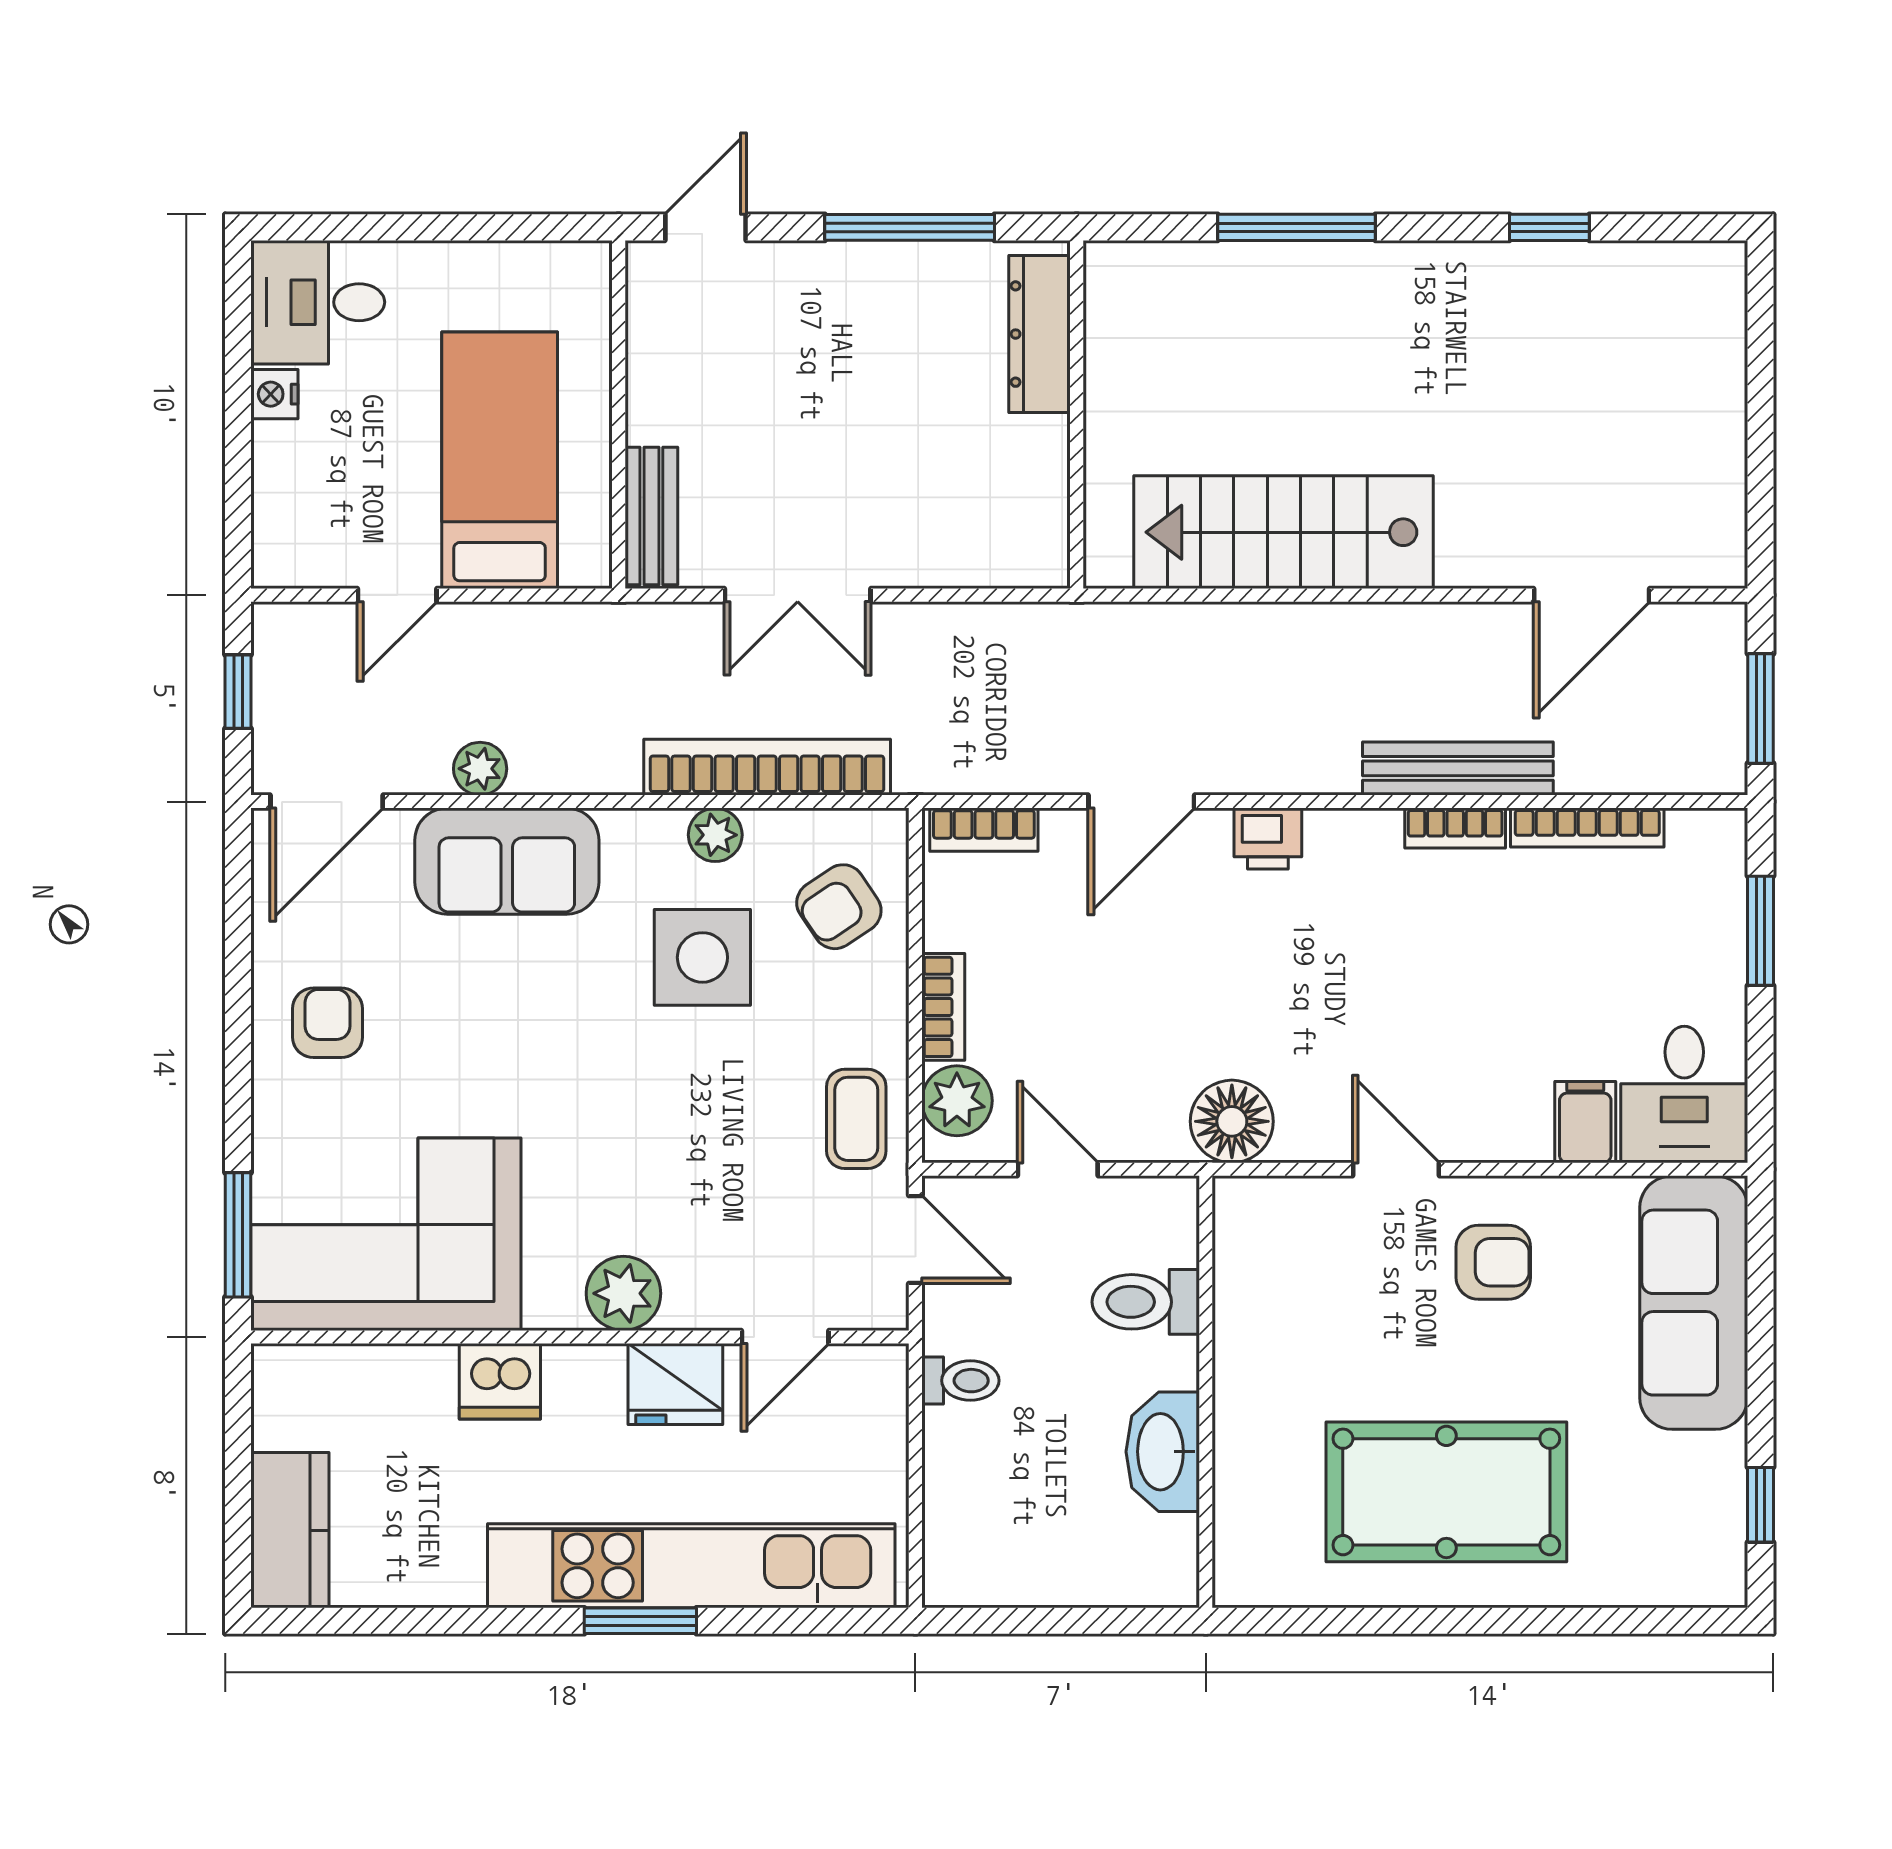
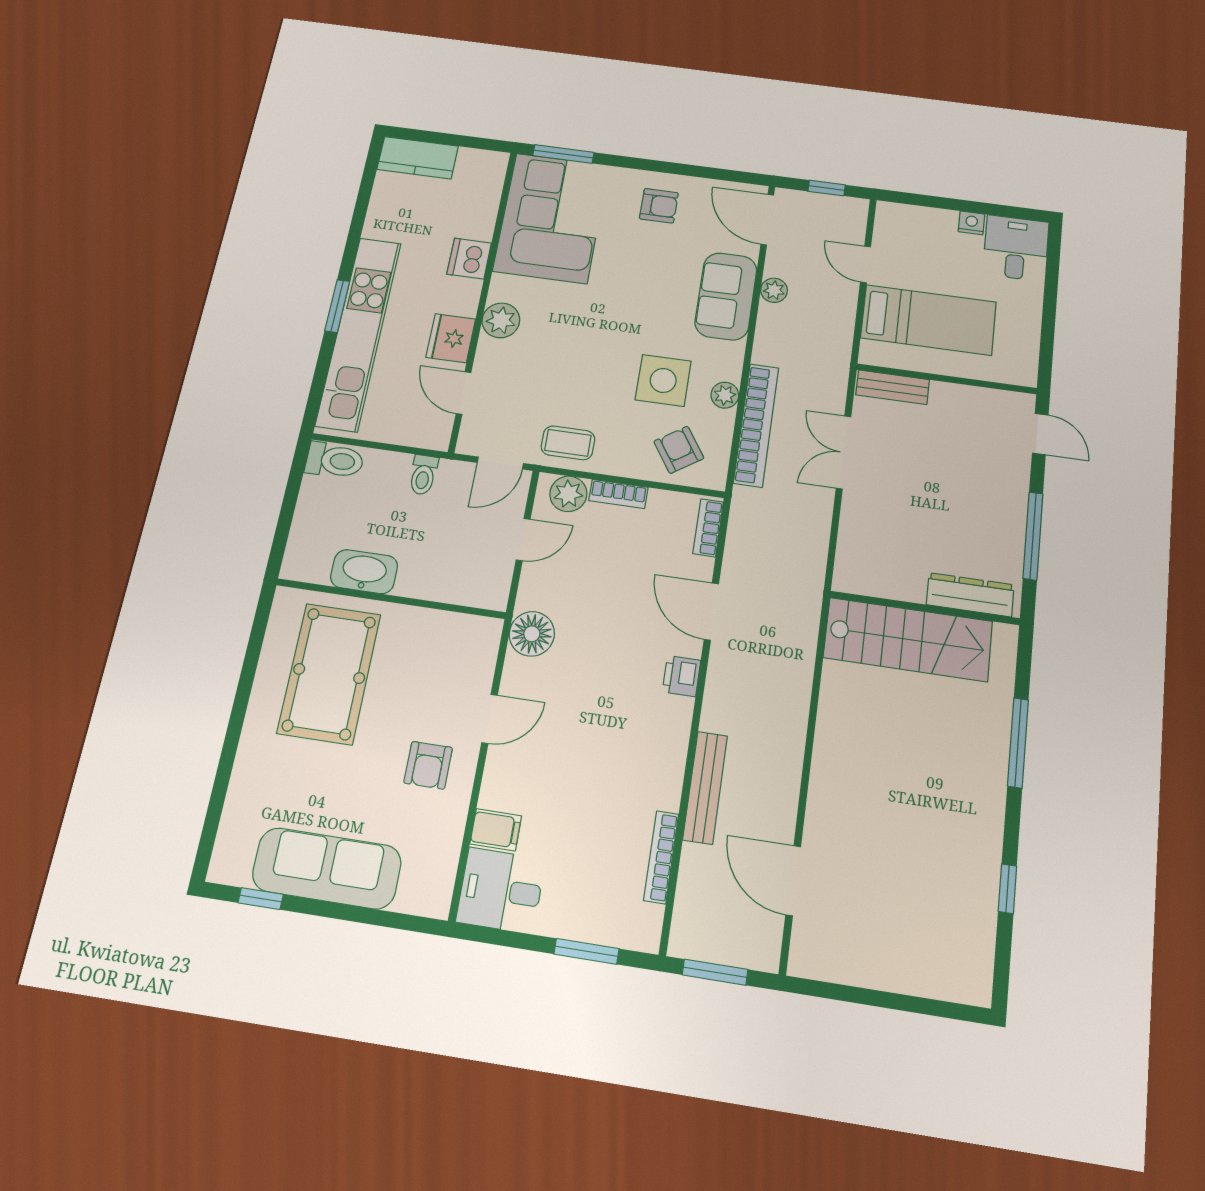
stairs: (1283, 532) -> (908, 639), moved, turned 90
bookcase: (1455, 828) -> (672, 781), removed
toilet: (1146, 1302) -> (335, 460), moved, turned 90
sofa: (1694, 1303) -> (327, 868), moved
pool table: (1446, 1492) -> (329, 674), moved

